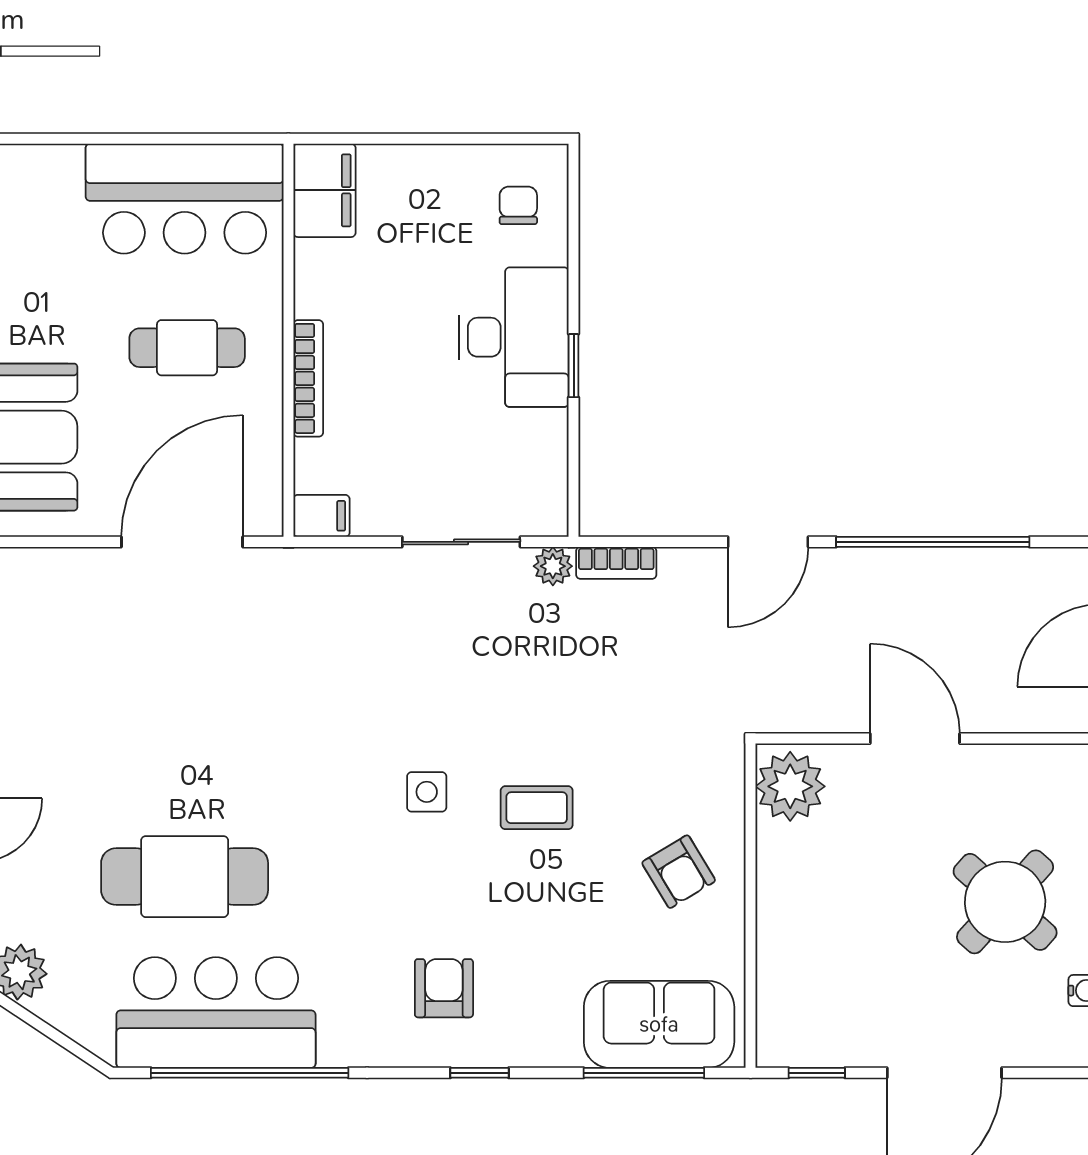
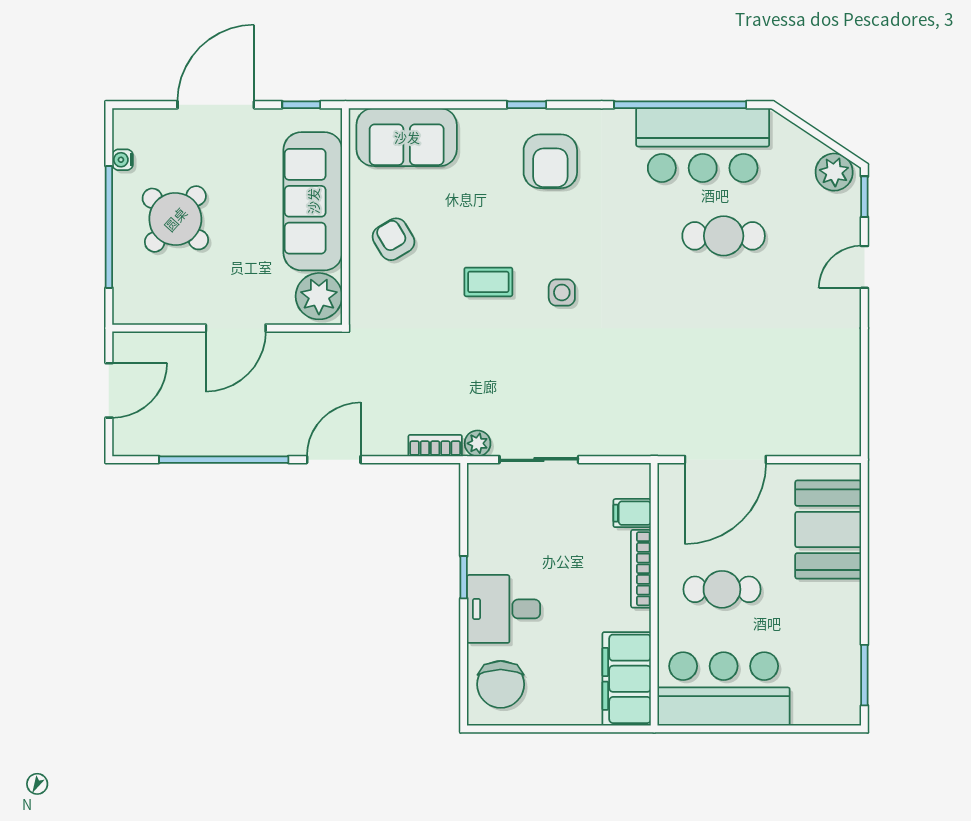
filing cabinet: (324, 190) -> (627, 679), width x1.50, depth x1.17
chair: (518, 205) -> (501, 684), width x1.87, depth x1.87
desk: (514, 337) -> (504, 609), width x0.73
filing cabinet: (321, 516) -> (632, 513), moved
door: (915, 738) -> (236, 328), hinge flipped
cafe table: (185, 877) -> (724, 236), width x0.73, depth x0.74
sofa: (799, 928) -> (313, 201), added
armchair: (444, 988) -> (550, 161), width x1.38, depth x1.38
window: (644, 1073) -> (417, 105), removed

